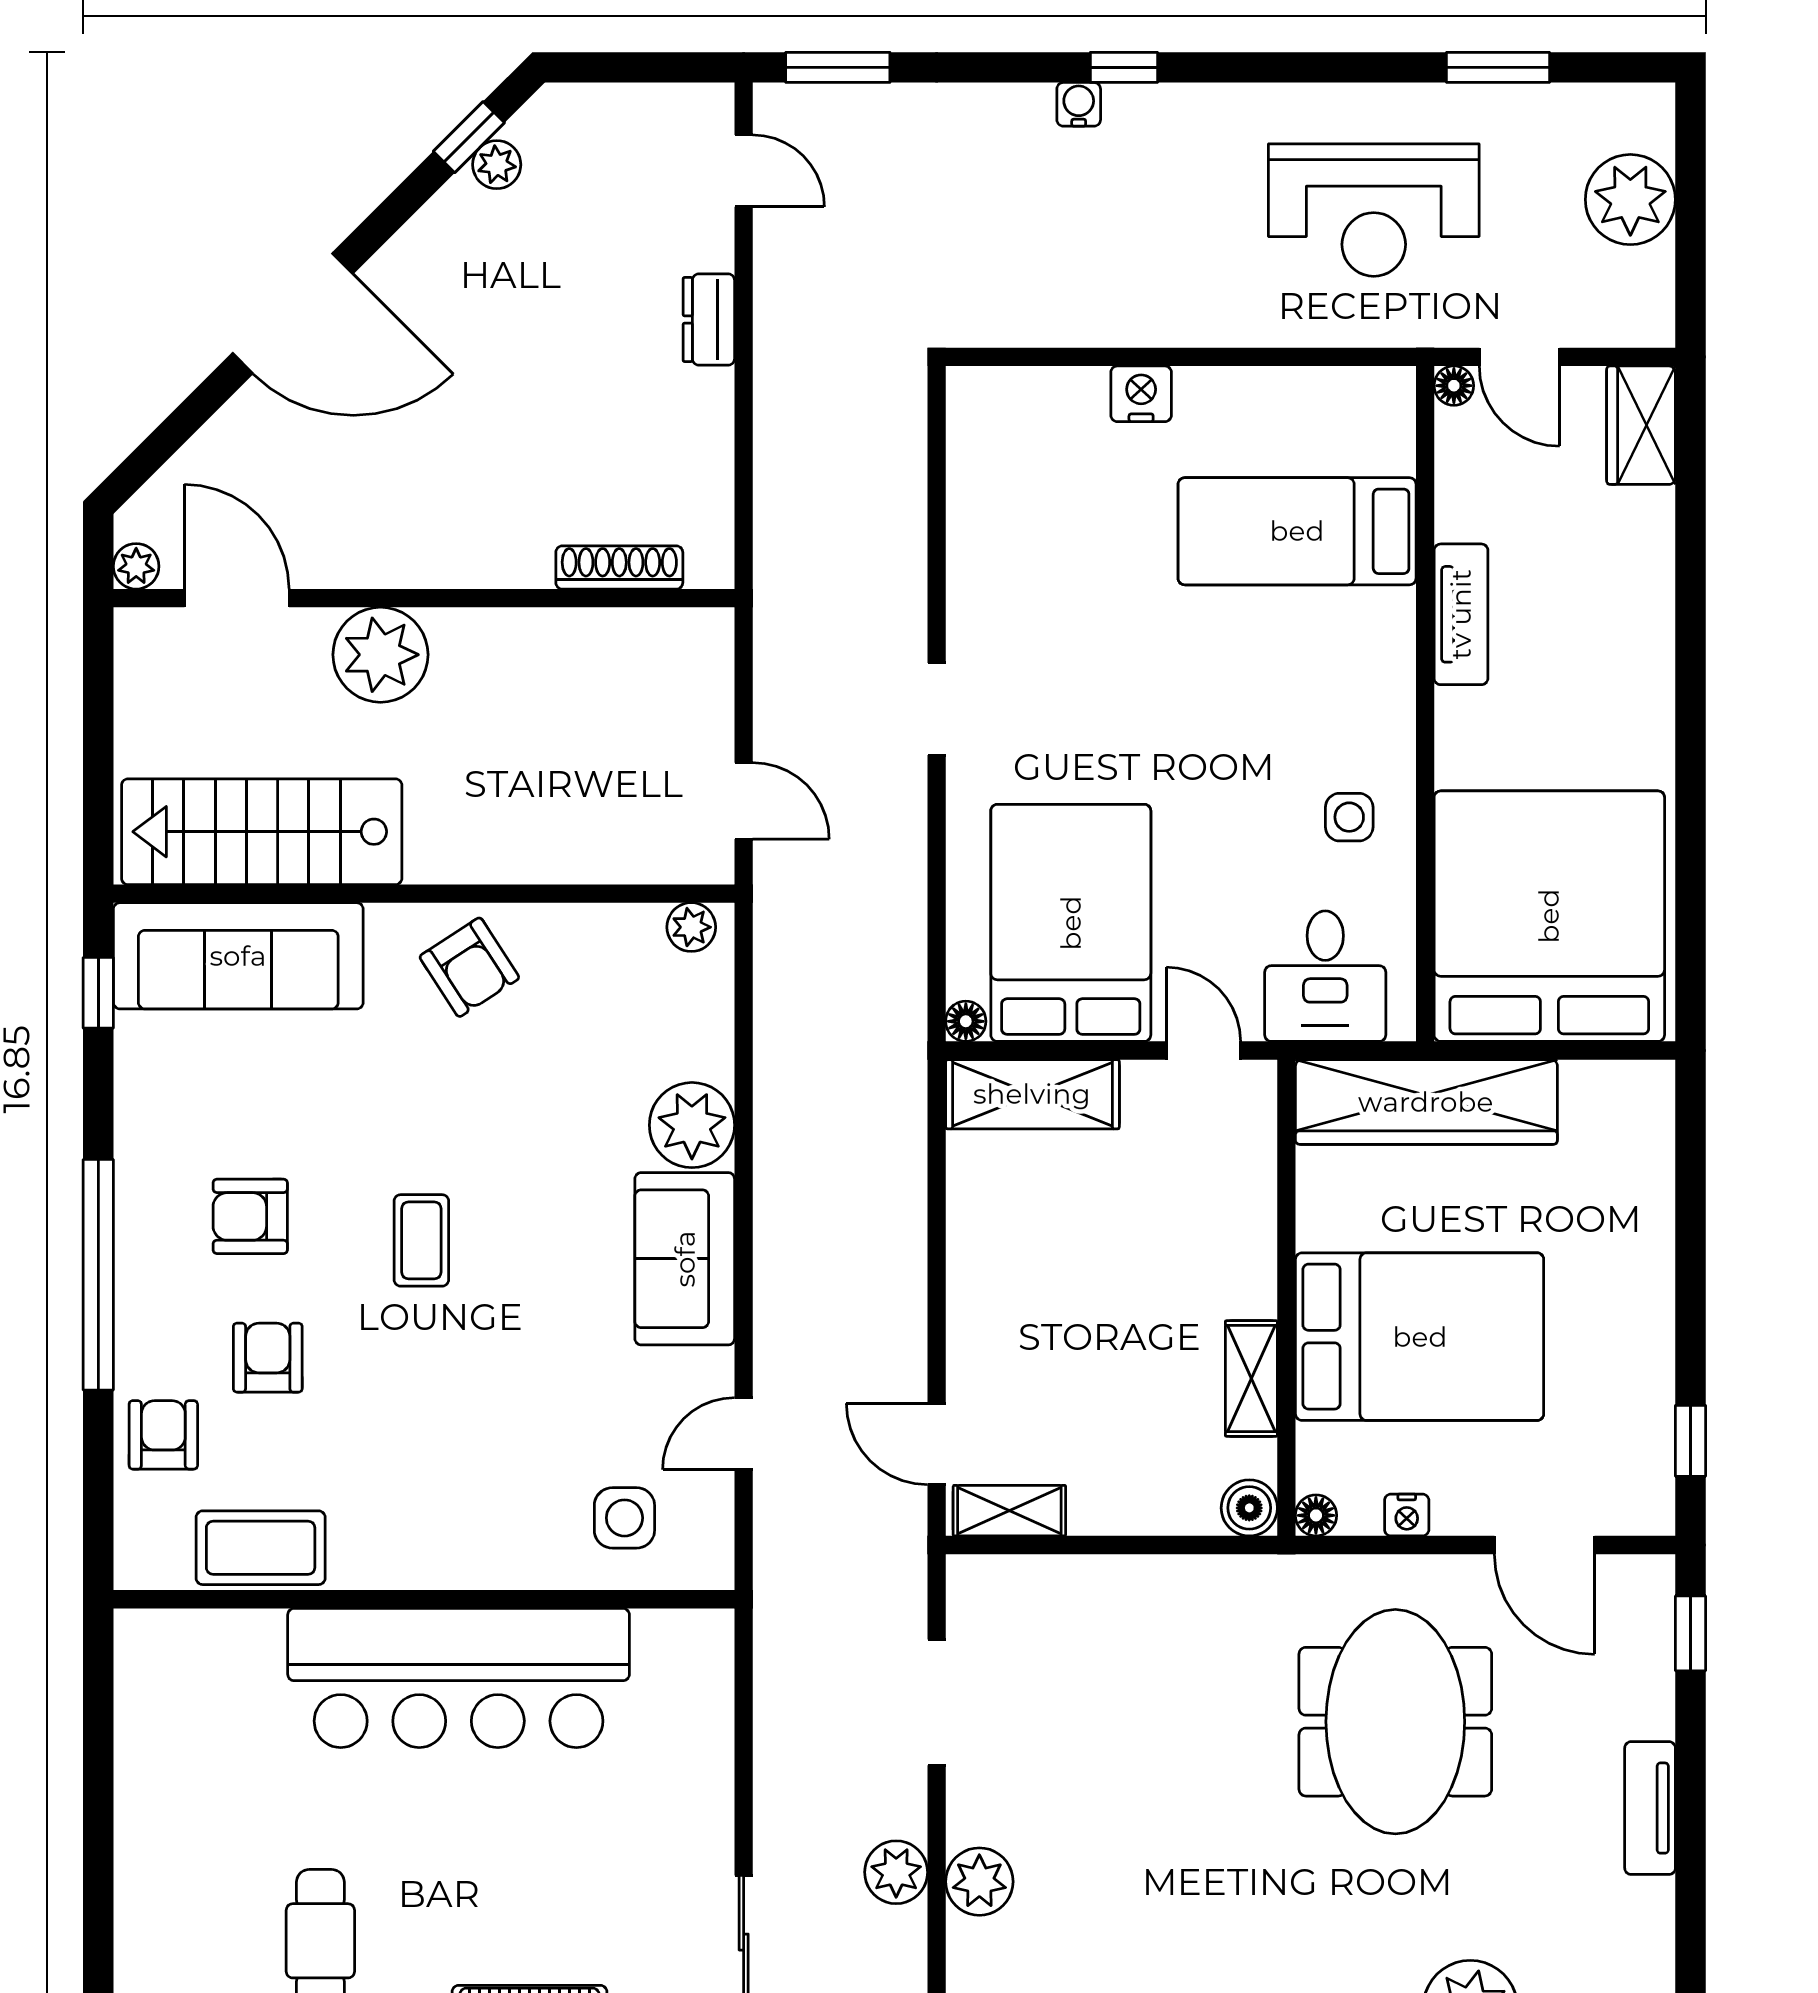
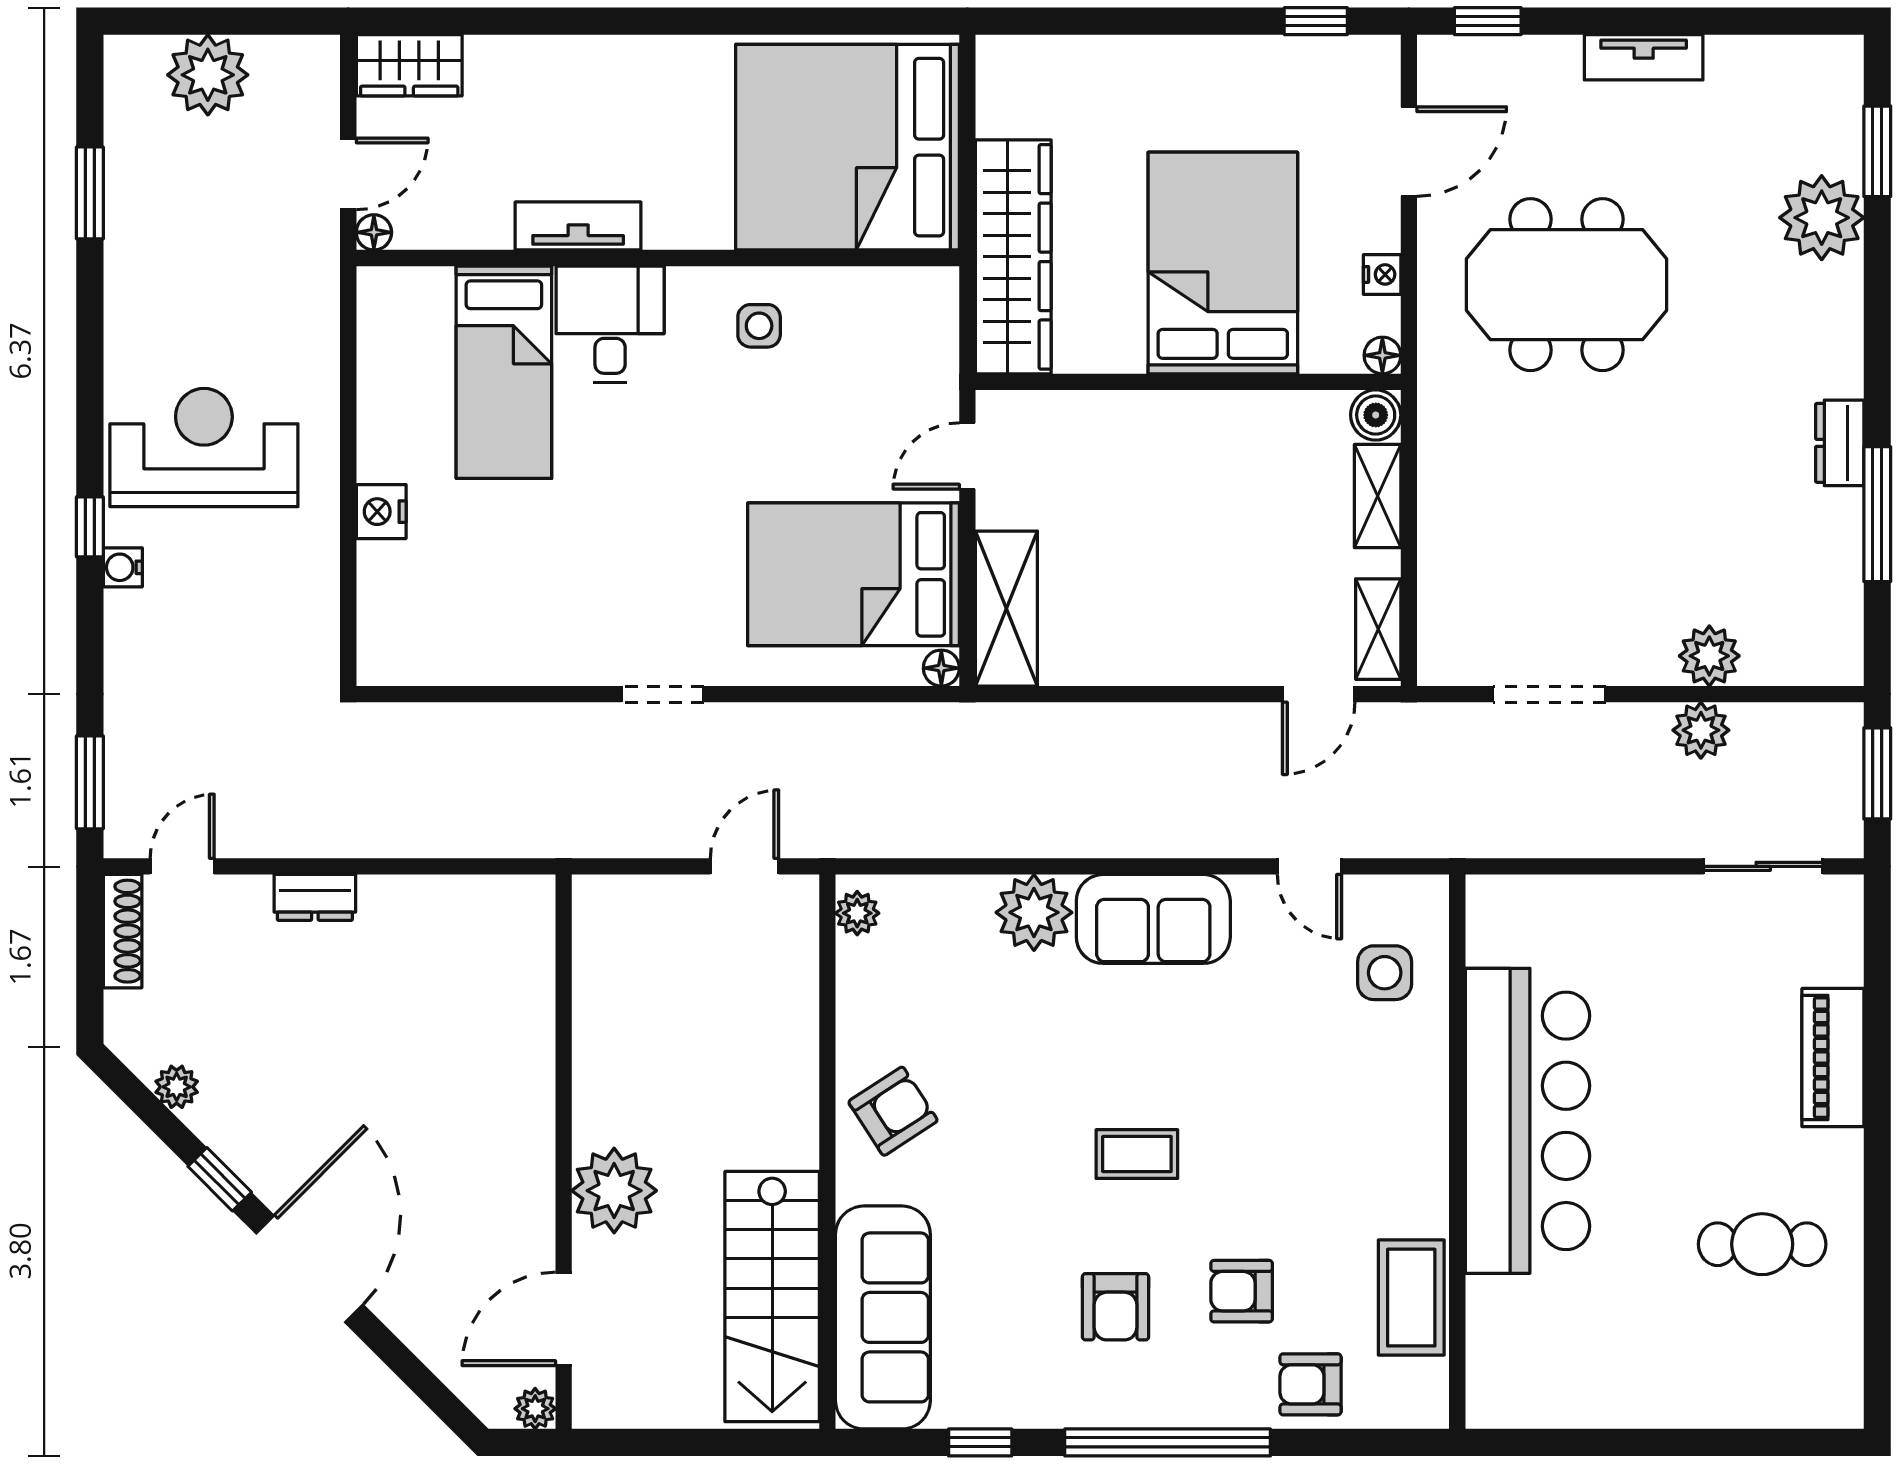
window: (469, 137) -> (220, 1179), moved
reception desk: (1374, 210) -> (204, 448), moved, turned -90
shoe rack: (619, 567) -> (123, 931), moved, turned 180
desk: (1325, 976) -> (610, 324), moved, turned -90
window: (98, 993) -> (980, 1442), moved
shelving: (1251, 1379) -> (1378, 496), moved, turned 90

